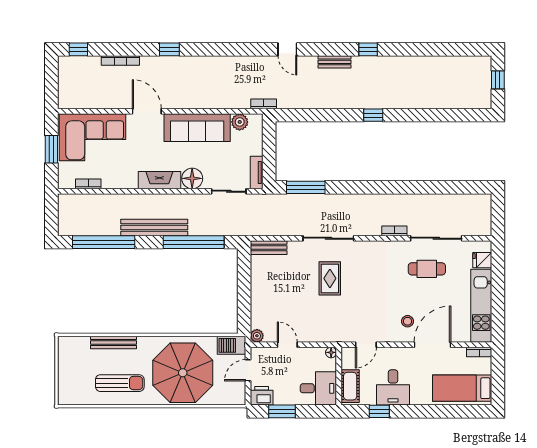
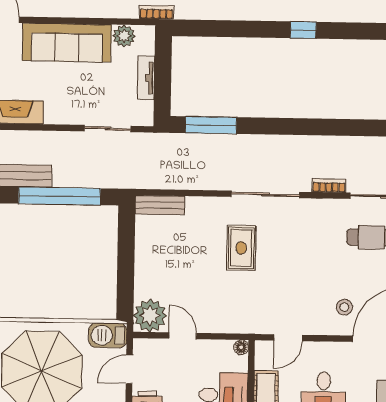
tv unit: (257, 172) -> (146, 78), moved
floor lamp: (192, 178) -> (59, 111), removed
sliding door: (328, 238) -> (265, 194), moved
plant: (257, 336) -> (150, 316), width x1.88, depth x1.88

